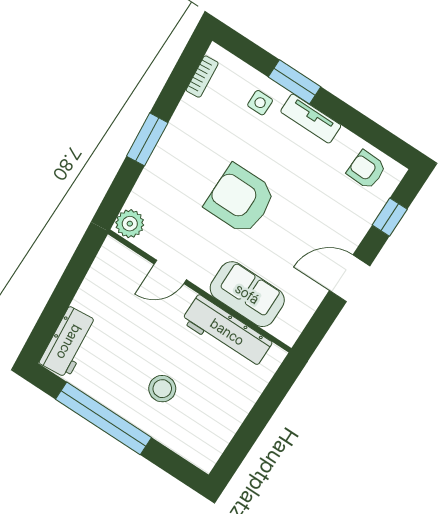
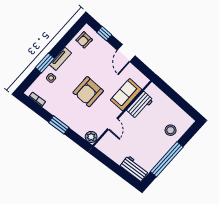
workbench: (227, 332) -> (140, 105), width x0.73
stool: (162, 389) -> (171, 130), moved

